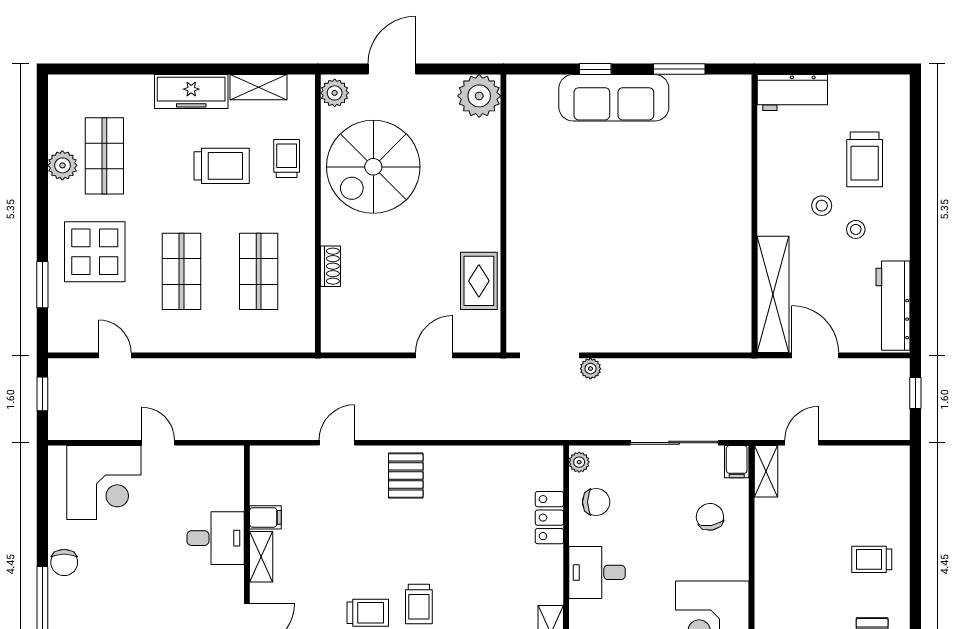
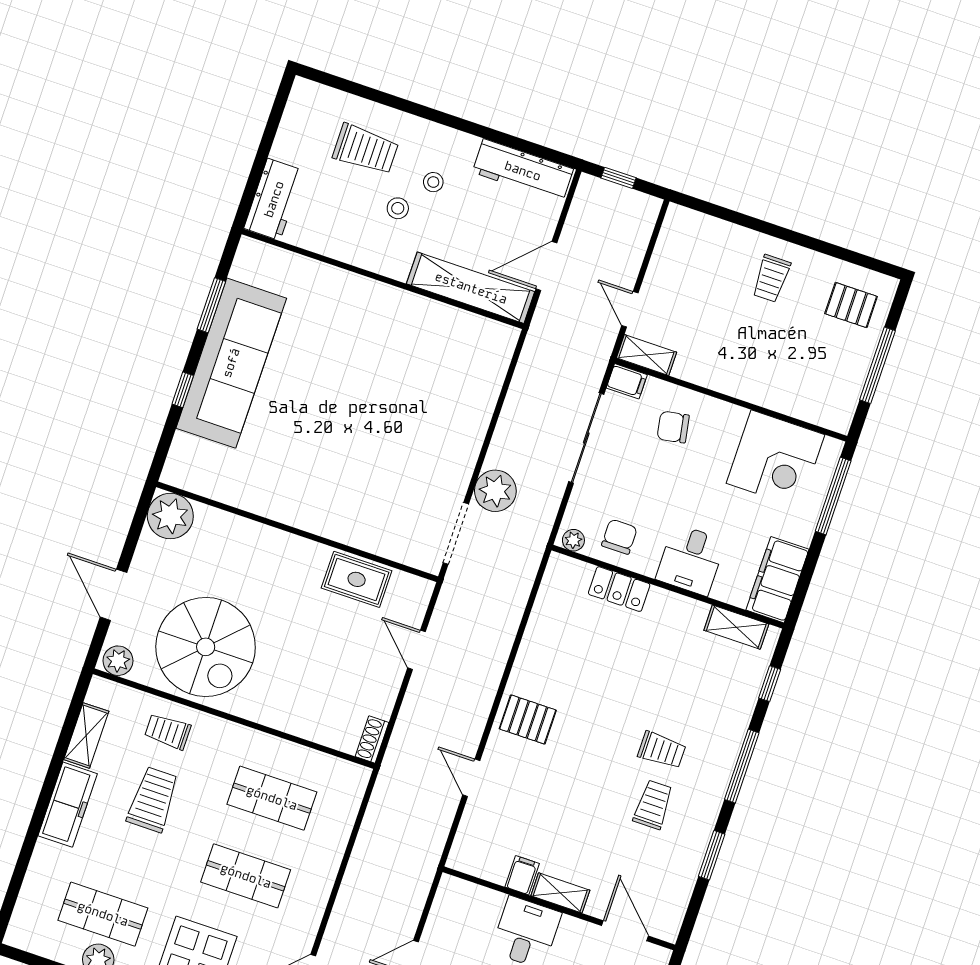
sofa: (614, 98) -> (231, 363), width x1.36, depth x1.27
shoe rack: (331, 266) -> (372, 739), moved, turned -90
plant: (590, 369) -> (495, 491), width x1.87, depth x1.87

